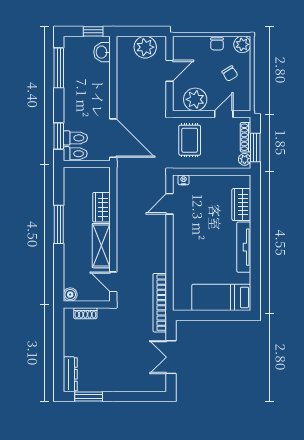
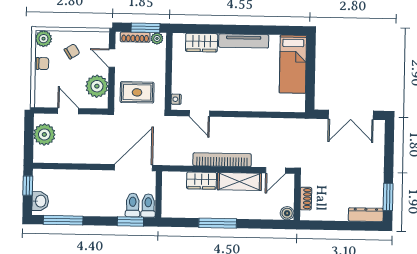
washbasin: (102, 52) -> (40, 201), moved, turned -90
bookcase: (160, 303) -> (222, 160), moved, turned 180
double door: (171, 357) -> (351, 115), width x1.37

